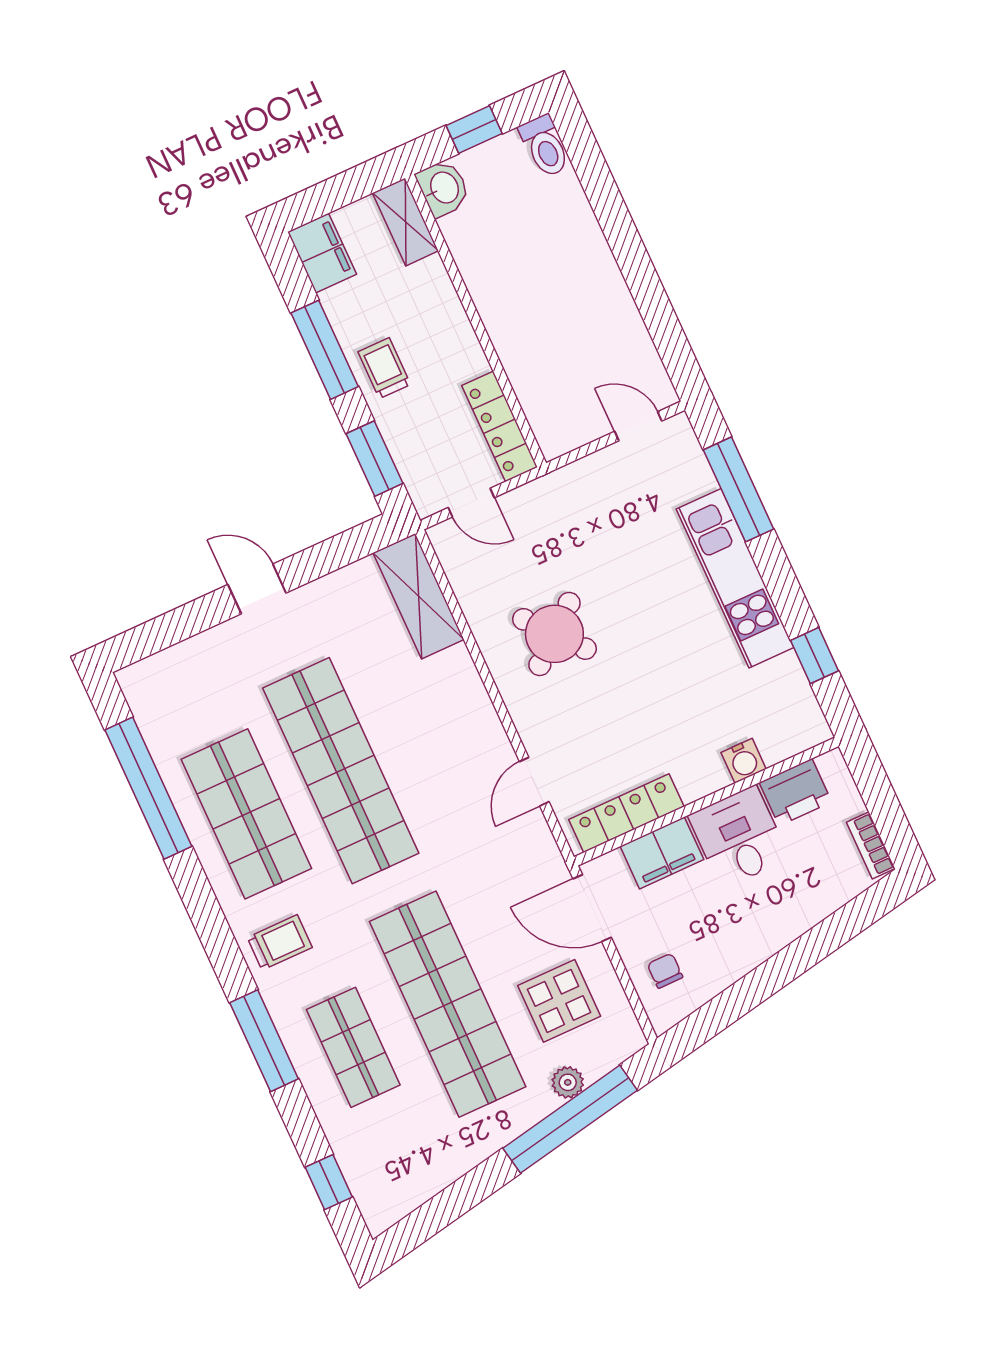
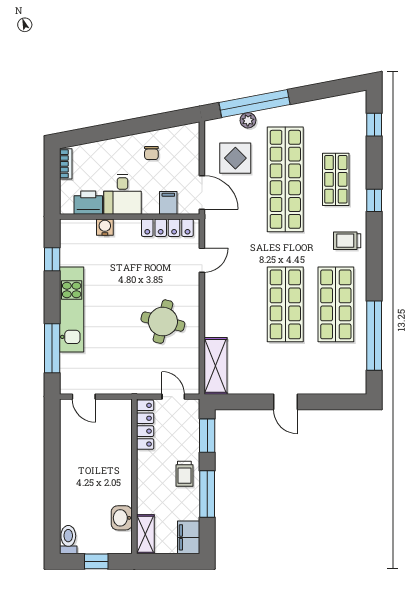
washbasin: (443, 188) -> (122, 518), moved
round table: (554, 634) -> (163, 322), turned -36
shop shelf: (341, 771) -> (285, 304), width x0.71
filing cabinet: (662, 853) -> (168, 203), width x0.50
chair: (665, 971) -> (151, 153), moved
window: (264, 1041) -> (374, 200), width x0.46

